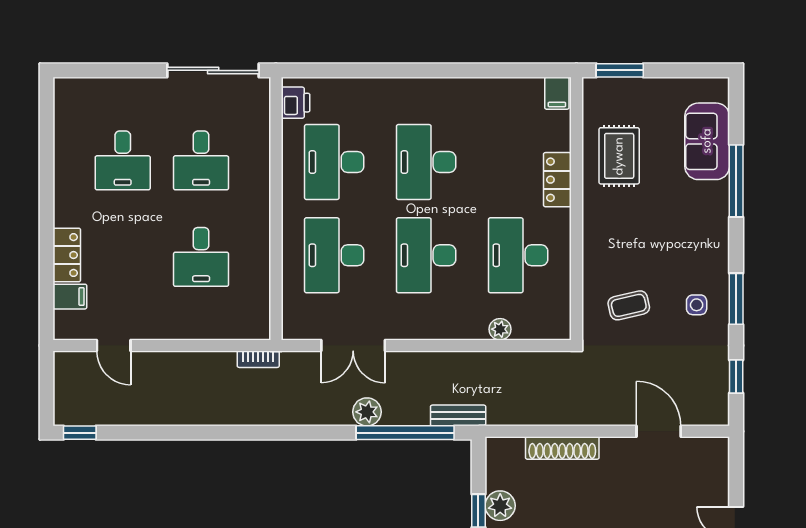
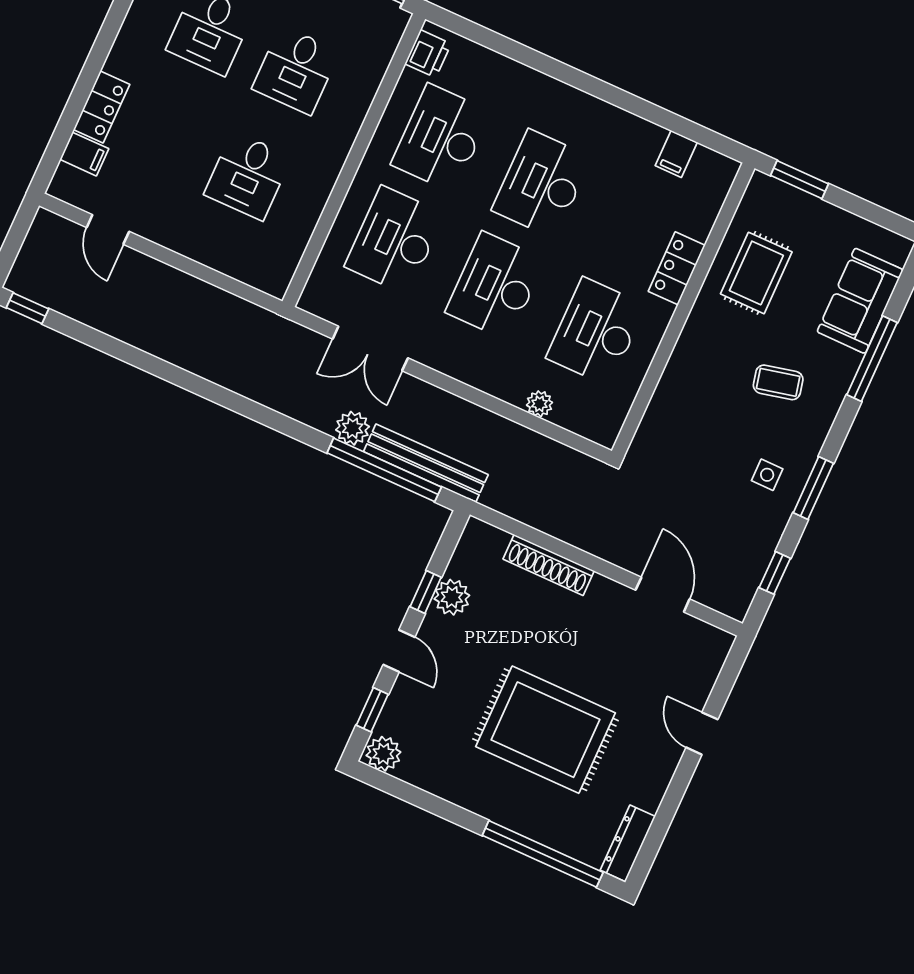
filing cabinet: (557, 93) -> (676, 154), moved
coffee table: (629, 305) -> (778, 382), moved
bookcase: (258, 359) -> (260, 316), removed
bench: (458, 415) -> (426, 463), width x1.86, depth x1.21

